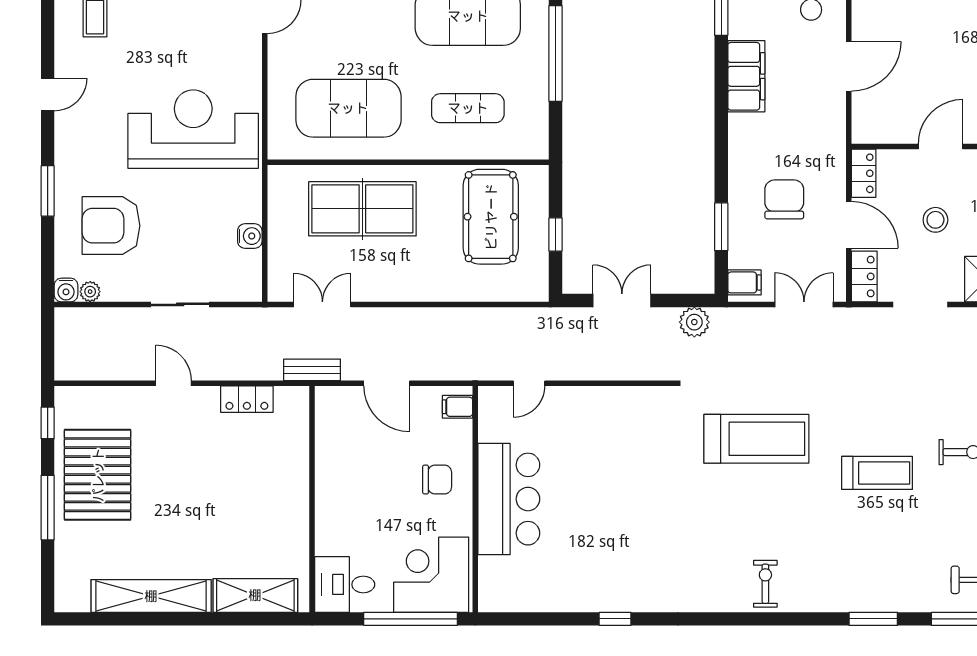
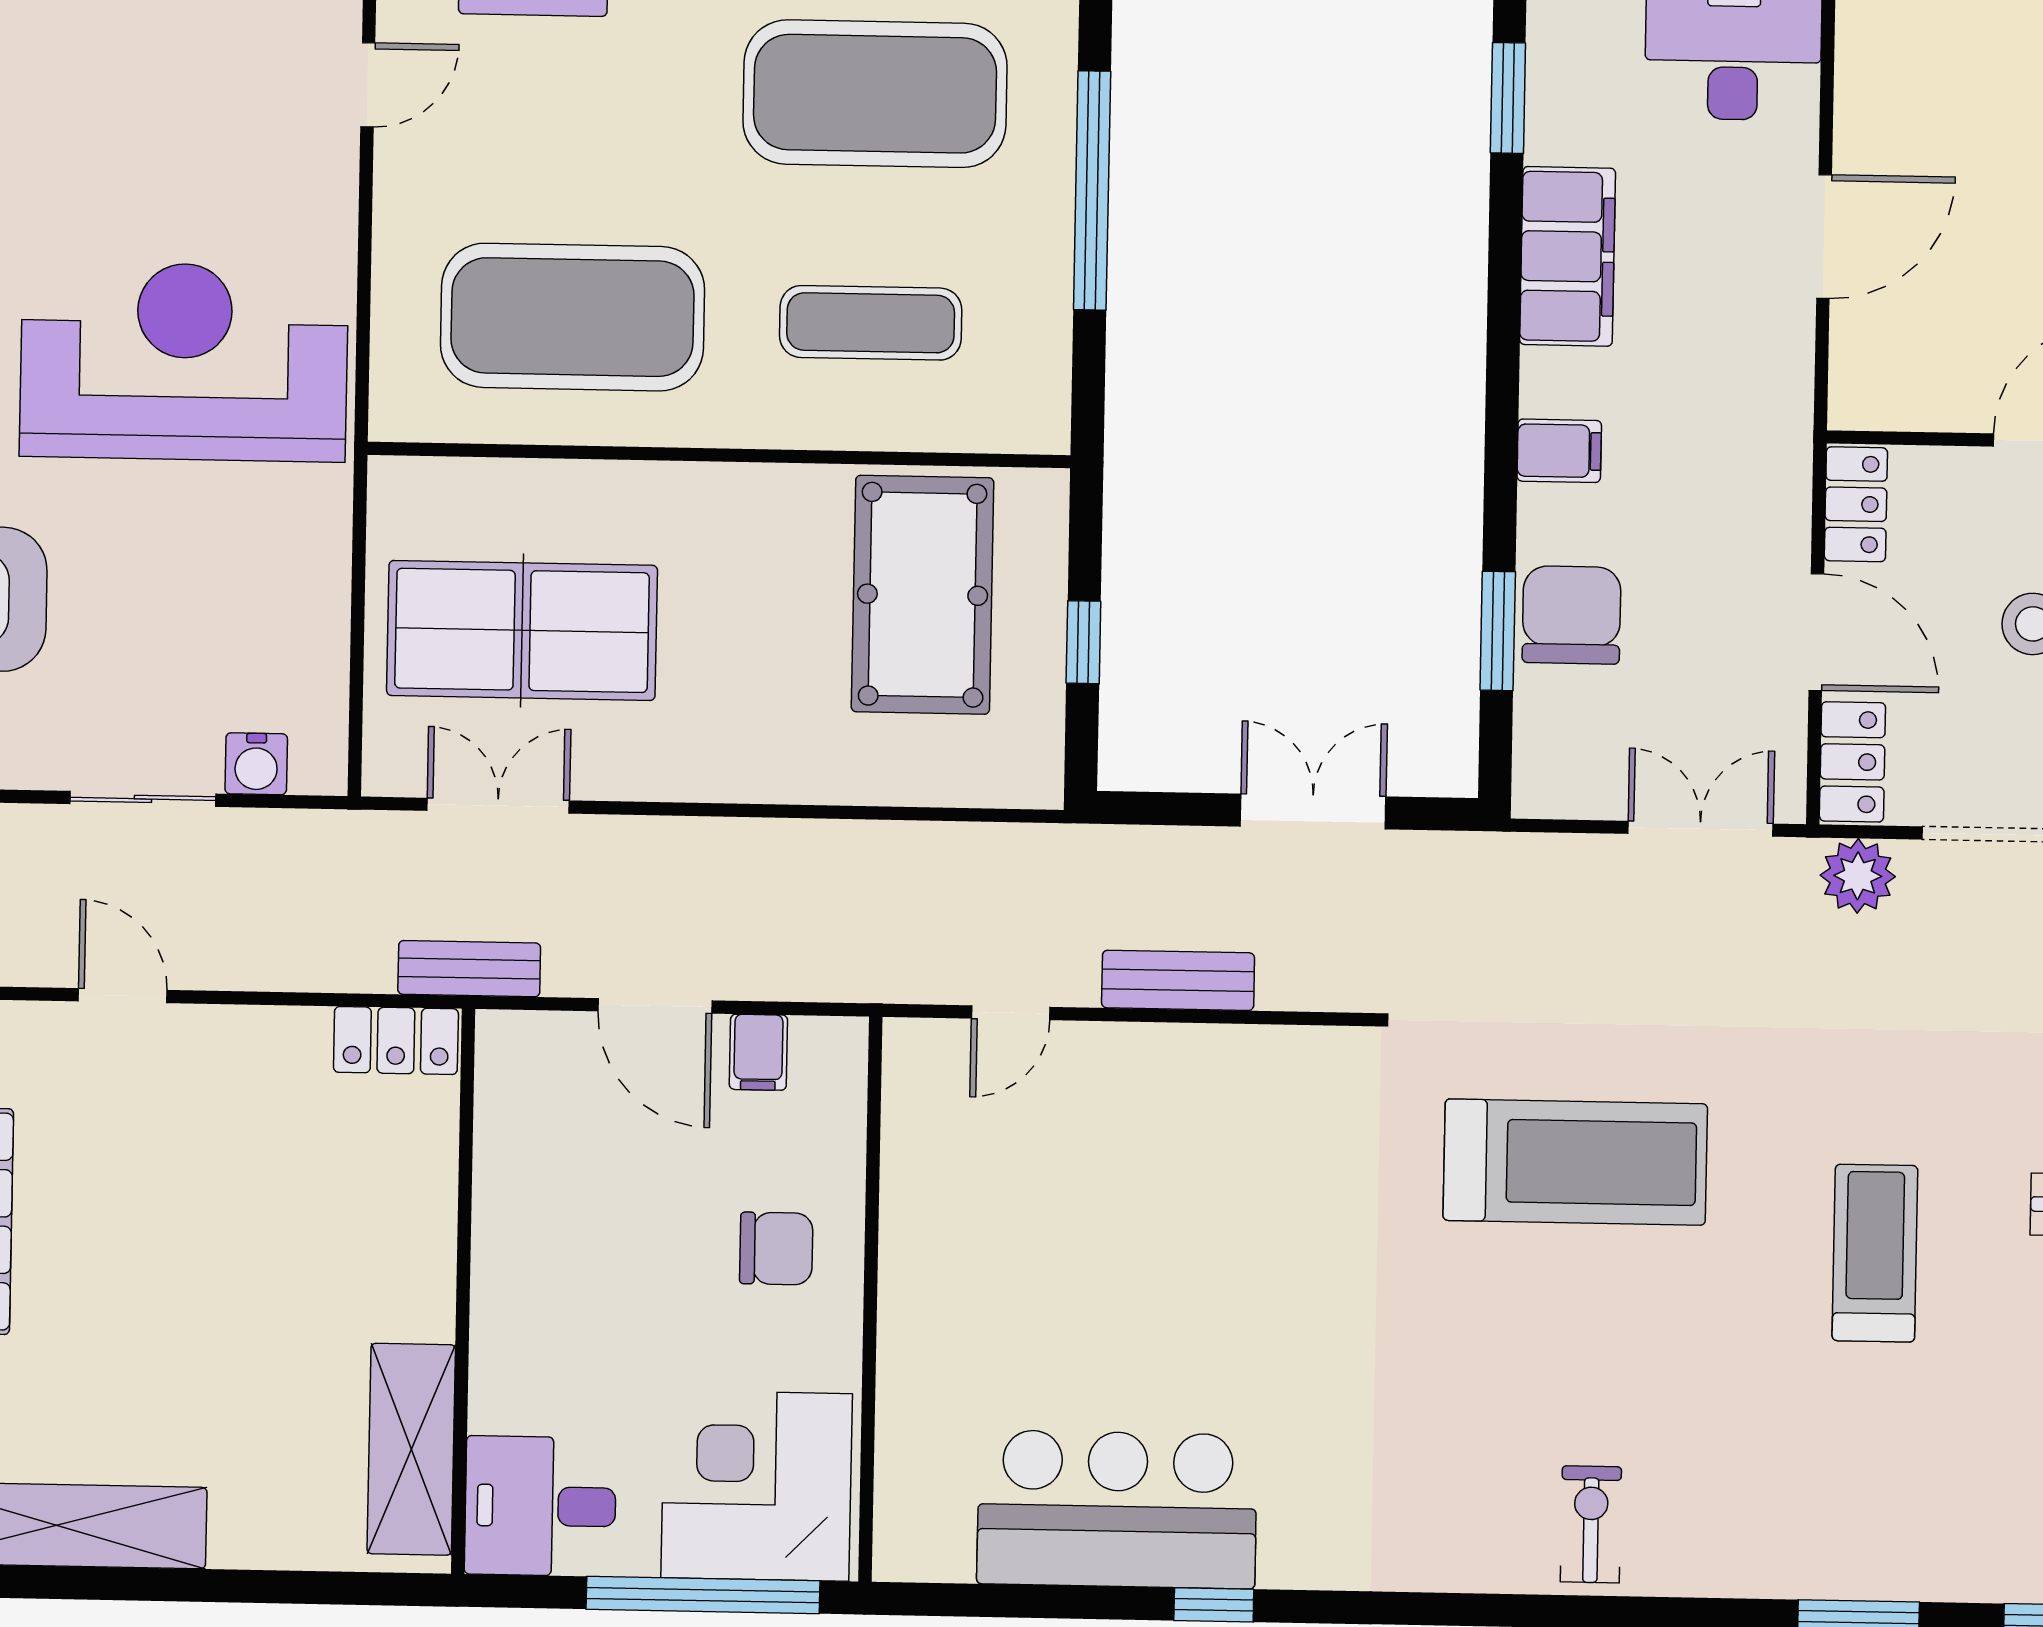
chair: (784, 199) -> (1572, 615), moved
table tennis table: (362, 209) -> (522, 630), moved
water cooler: (250, 236) -> (256, 764), moved, turned 90
filing cabinet: (744, 282) -> (1559, 451), moved
double door: (622, 300) -> (1313, 811), moved
plant: (694, 322) -> (1858, 876), moved
bench: (596, 369) -> (1178, 980), added
locker: (247, 399) -> (396, 1040), moved
filing cabinet: (457, 407) -> (758, 1052), moved, turned -90
treadmill: (877, 473) -> (1875, 1253), turned -90
bar counter: (509, 499) -> (1117, 1509), moved, turned -90
shelving: (255, 595) -> (411, 1449), moved, turned 90

